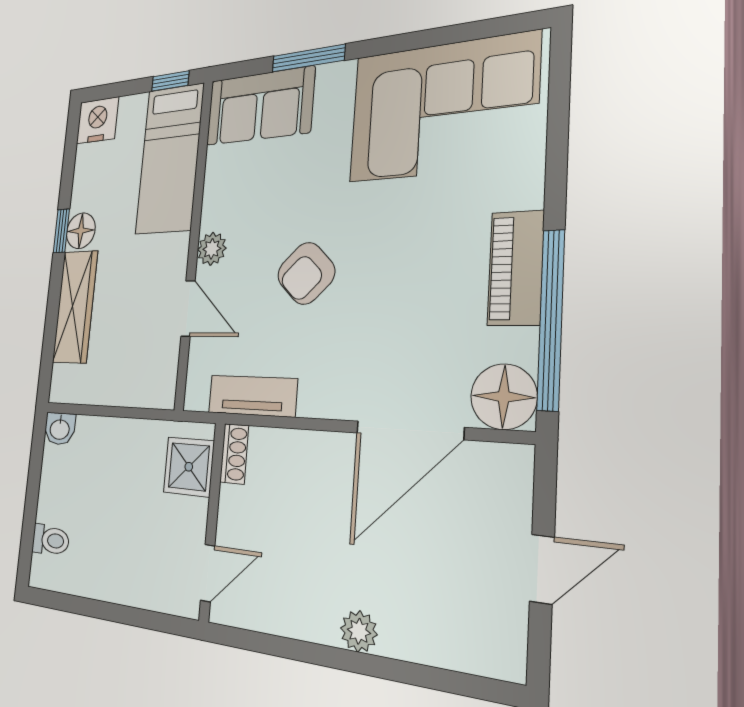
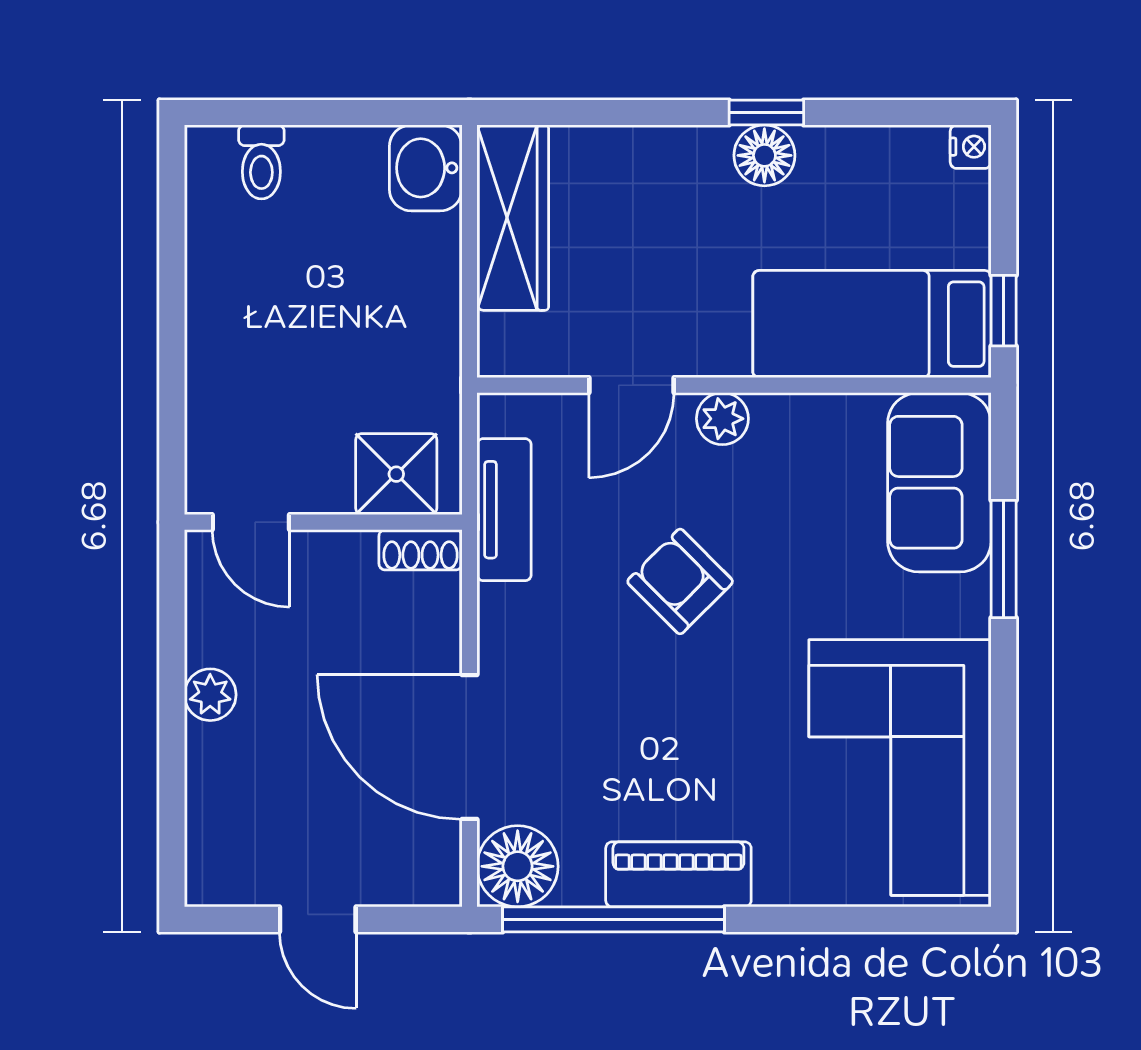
nightstand: (97, 120) -> (971, 147), width x0.53, depth x0.56
wardrobe: (75, 307) -> (513, 218), moved, turned -90
washbasin: (60, 429) -> (426, 168), width x1.38, depth x1.45
shoe rack: (234, 454) -> (420, 550), moved
shower: (189, 467) -> (396, 474), moved
wall: (212, 521) -> (323, 522), moved
door: (208, 573) -> (251, 522), moved

